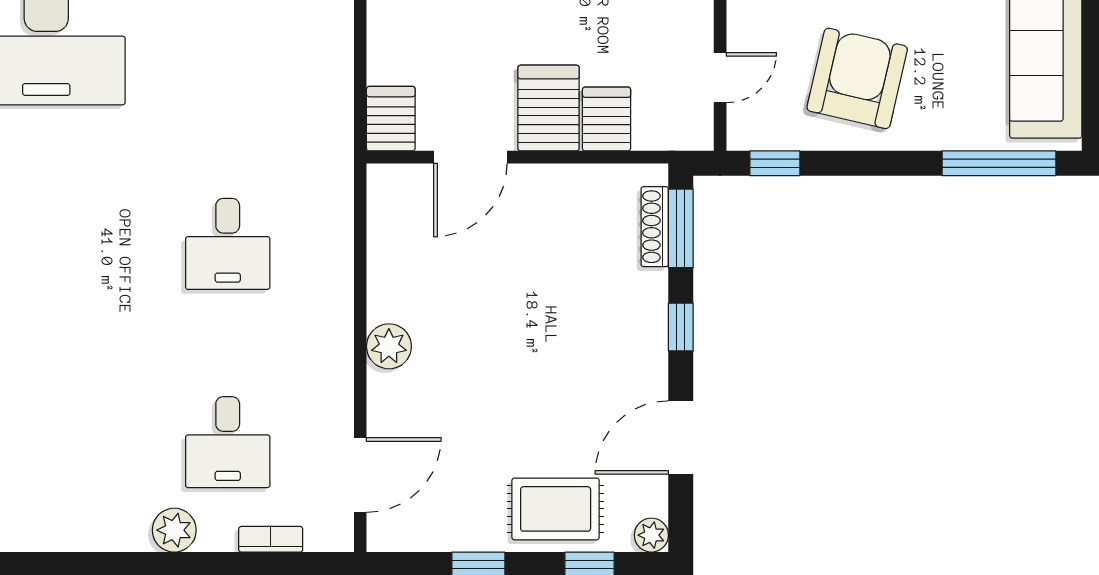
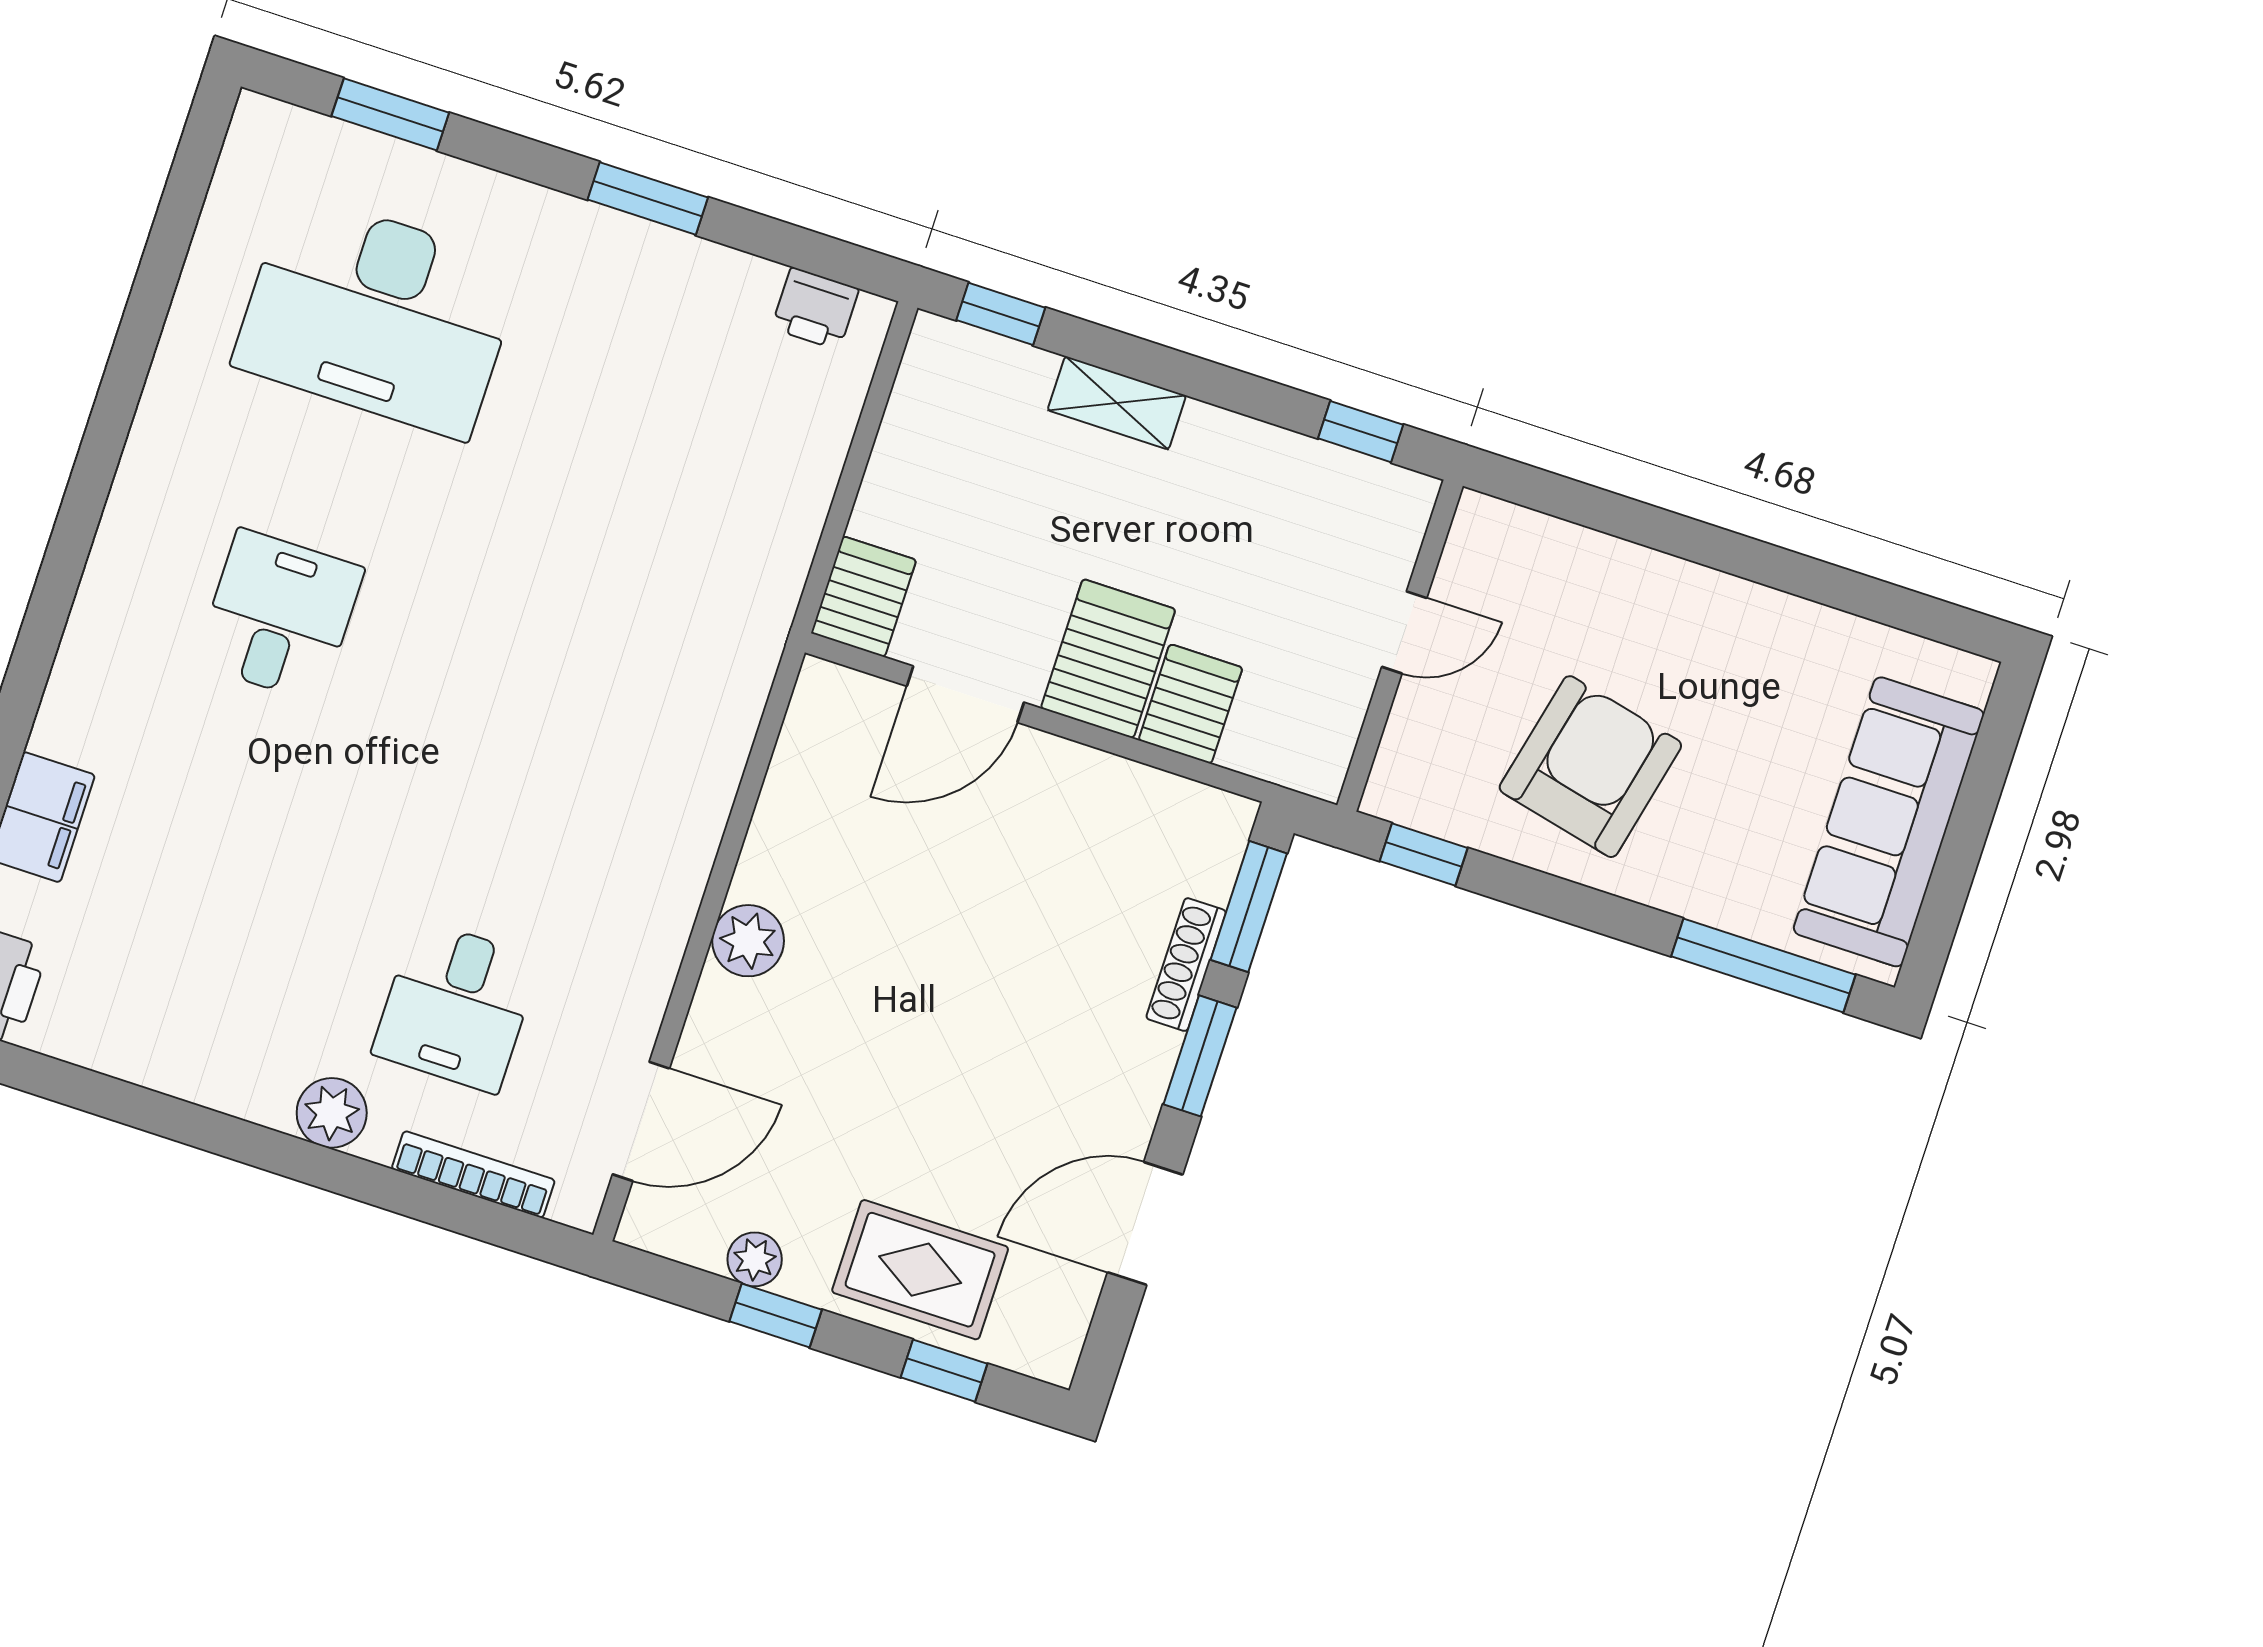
door: (720, 78) -> (1404, 632), moved
shoe rack: (655, 227) -> (1186, 965), moved
desk: (228, 244) -> (279, 616), moved, turned 180
window: (681, 327) -> (1200, 1056), width x1.50
plant: (651, 535) -> (755, 1259), moved
bookcase: (271, 539) -> (473, 1174), width x1.56

